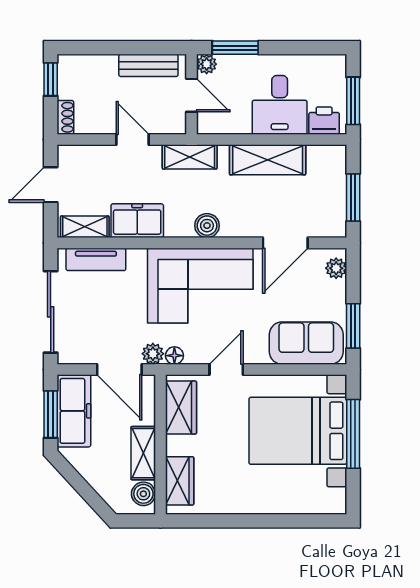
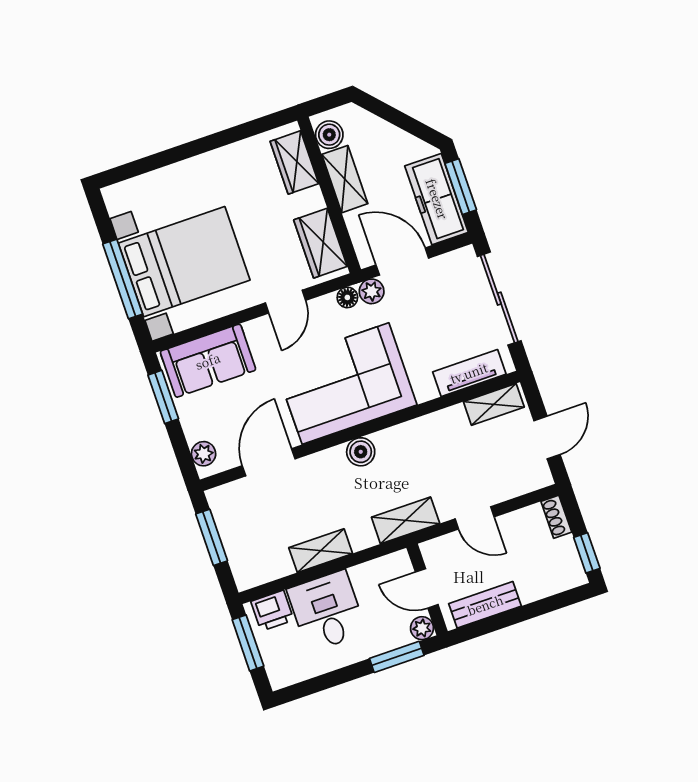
shelving: (268, 160) -> (321, 551), width x0.67, depth x0.75
freezer: (137, 221) -> (439, 431), removed

